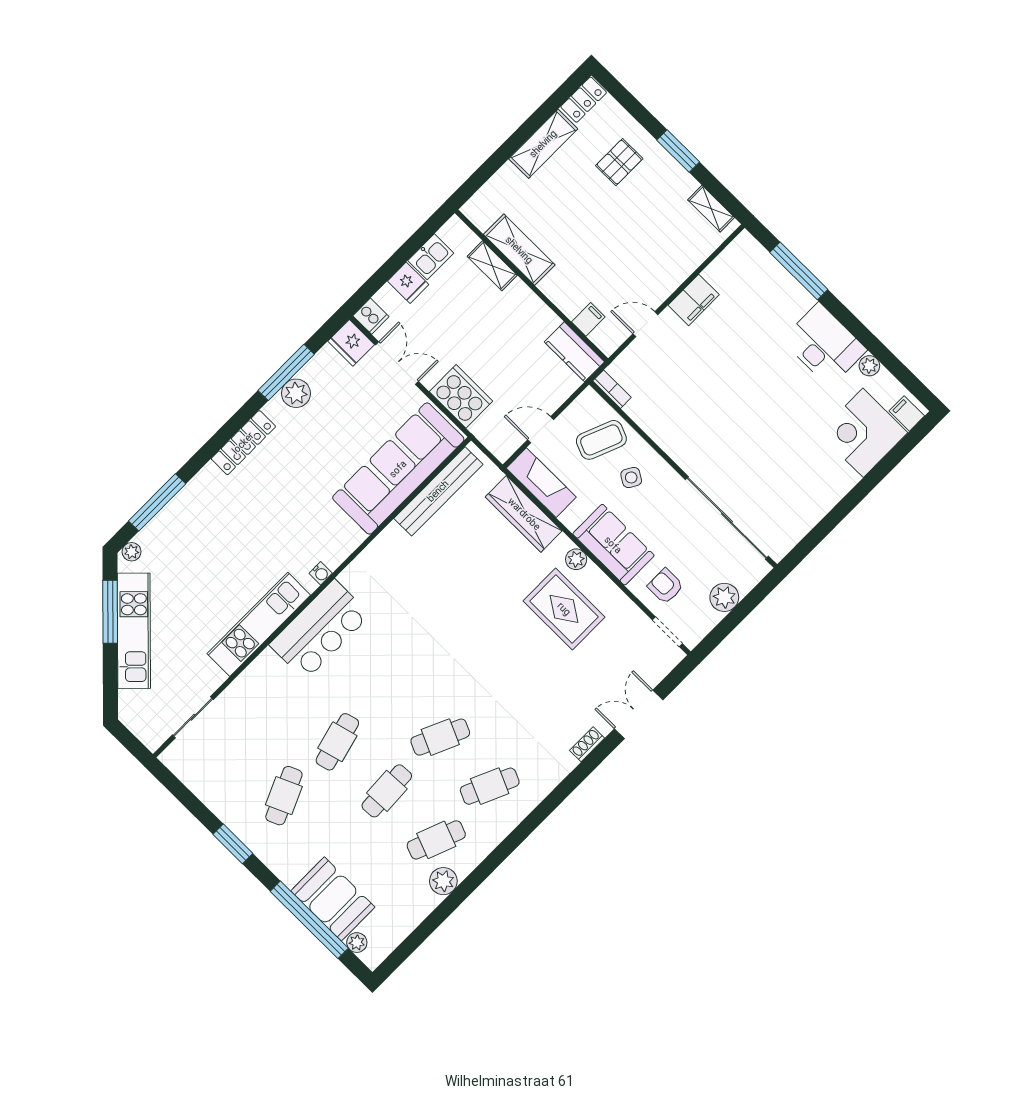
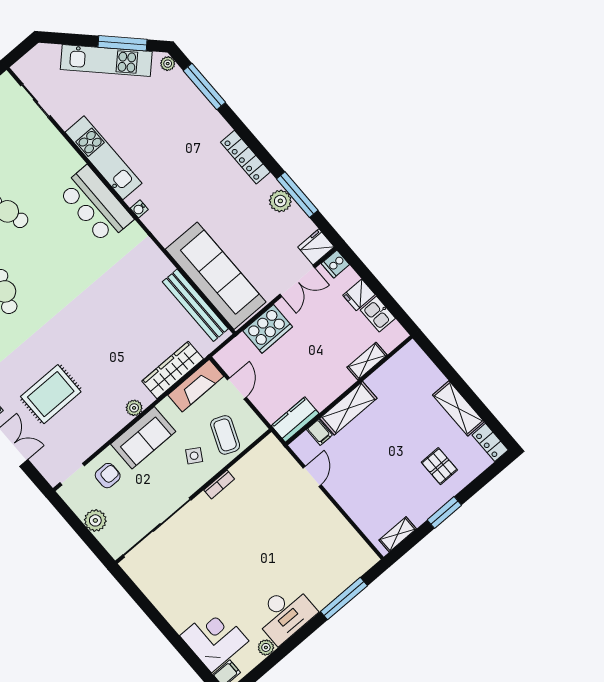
shelving: (519, 250) -> (348, 408), moved
filing cabinet: (694, 300) -> (328, 515), removed
bookcase: (612, 389) -> (219, 485), moved
rug: (564, 609) -> (51, 394), moved

